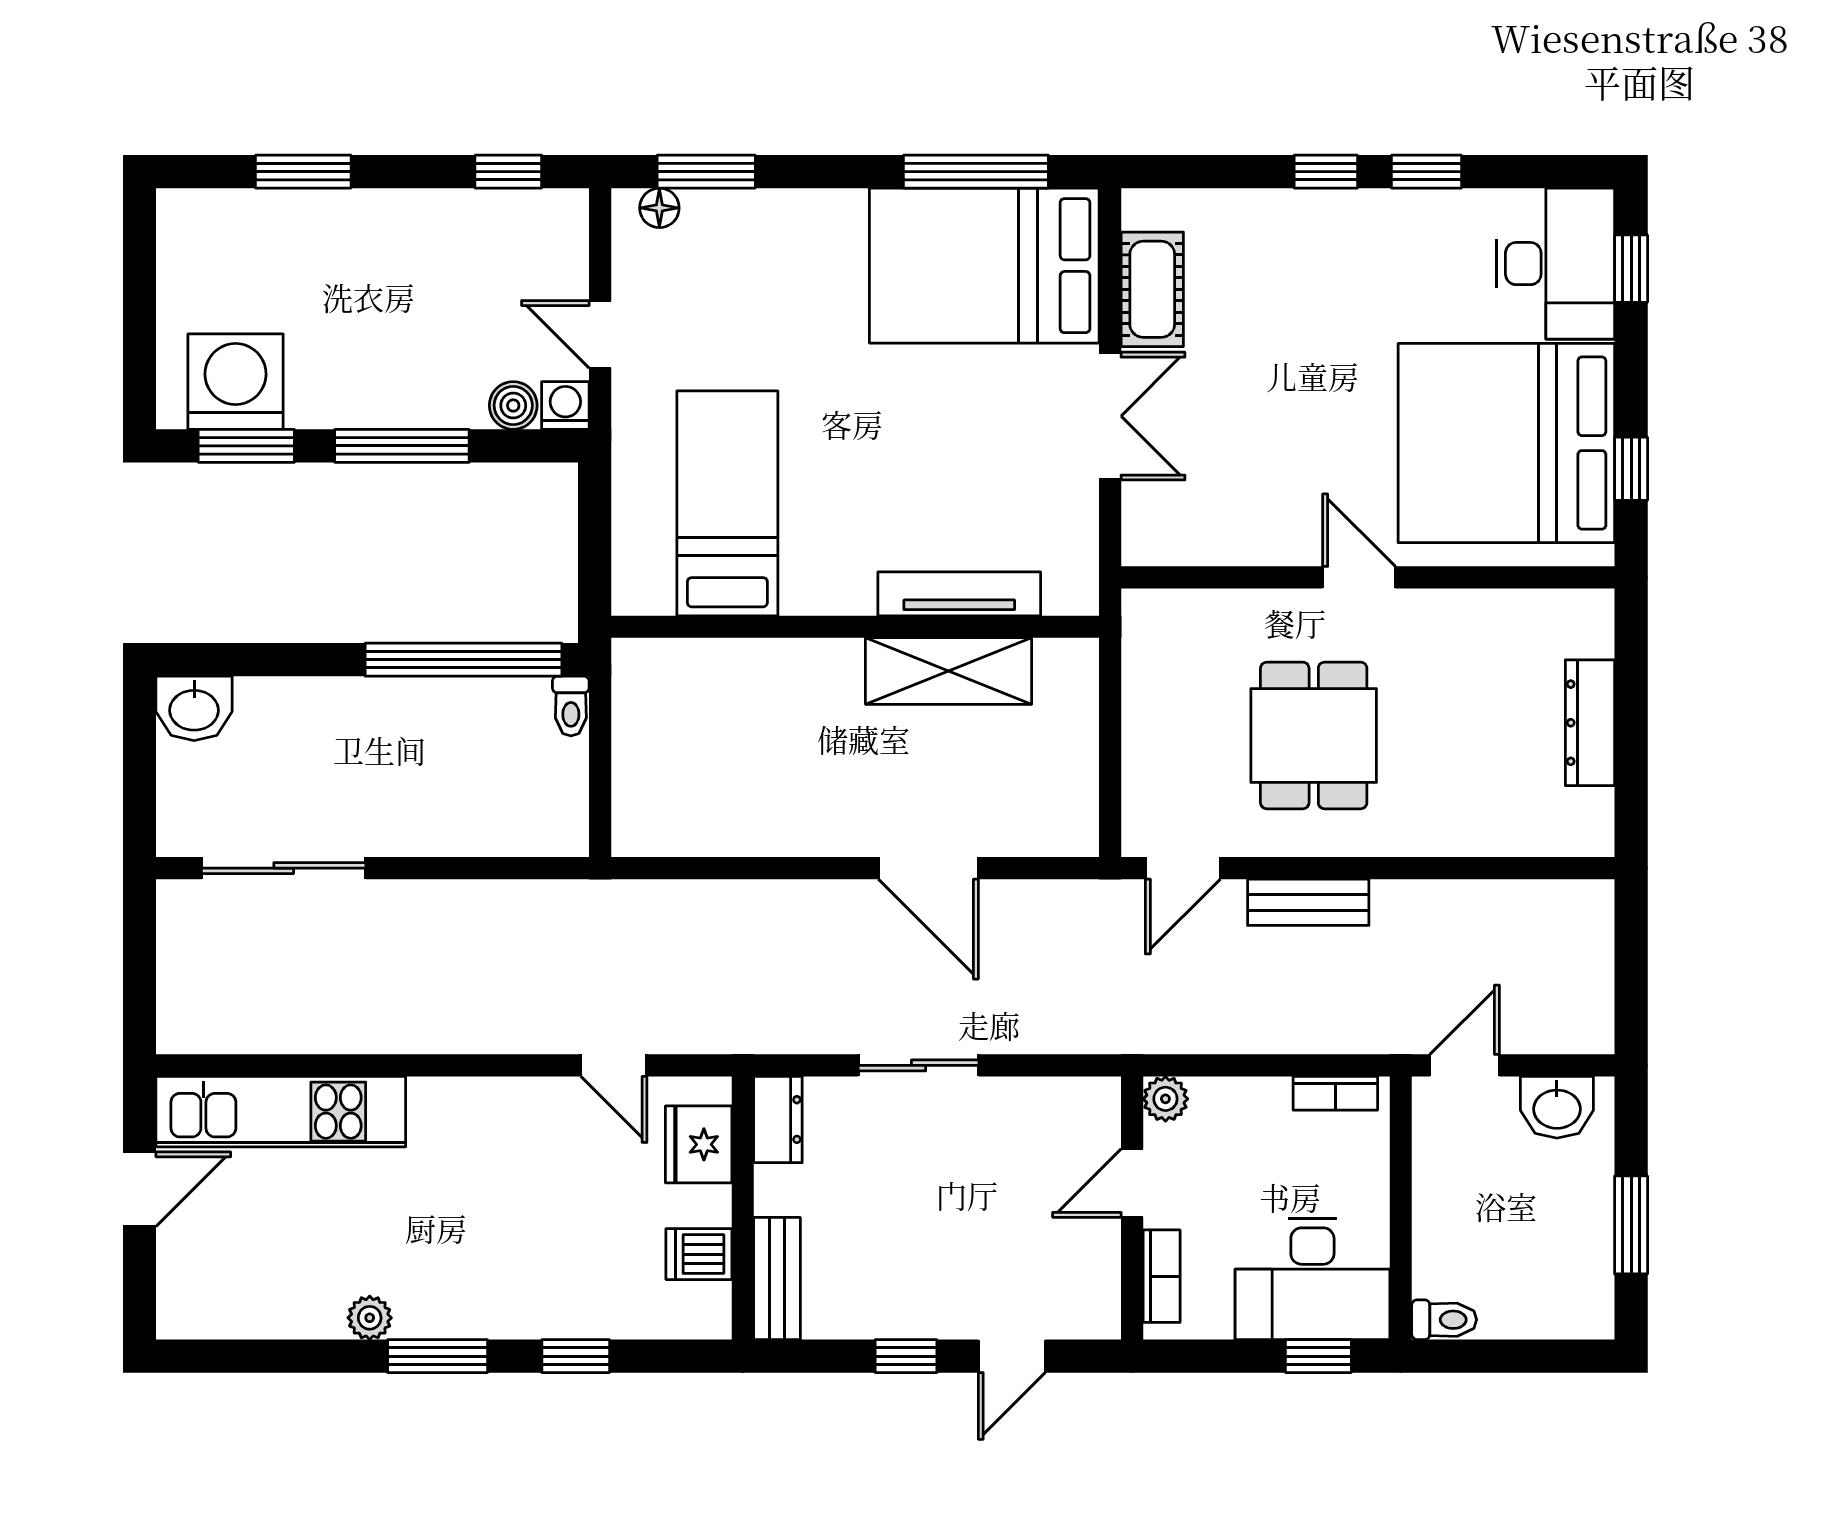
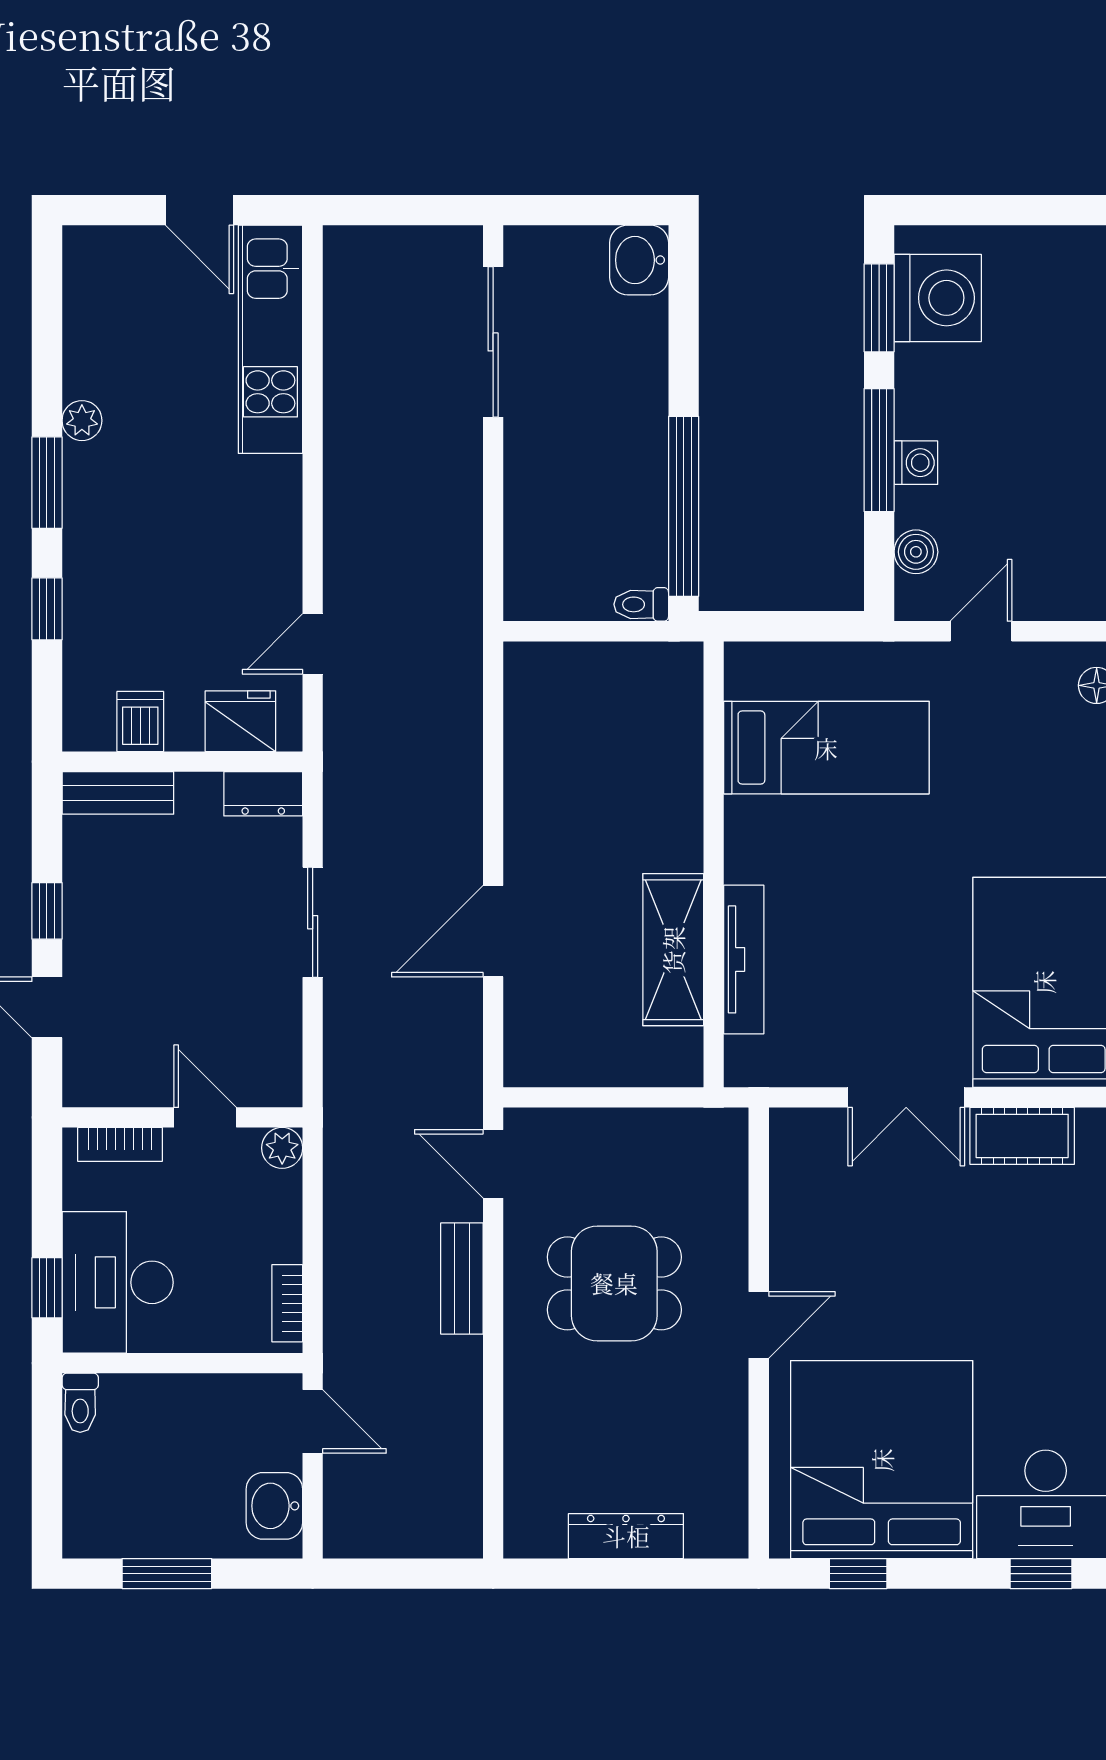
washing machine: (565, 406) -> (916, 463), moved

